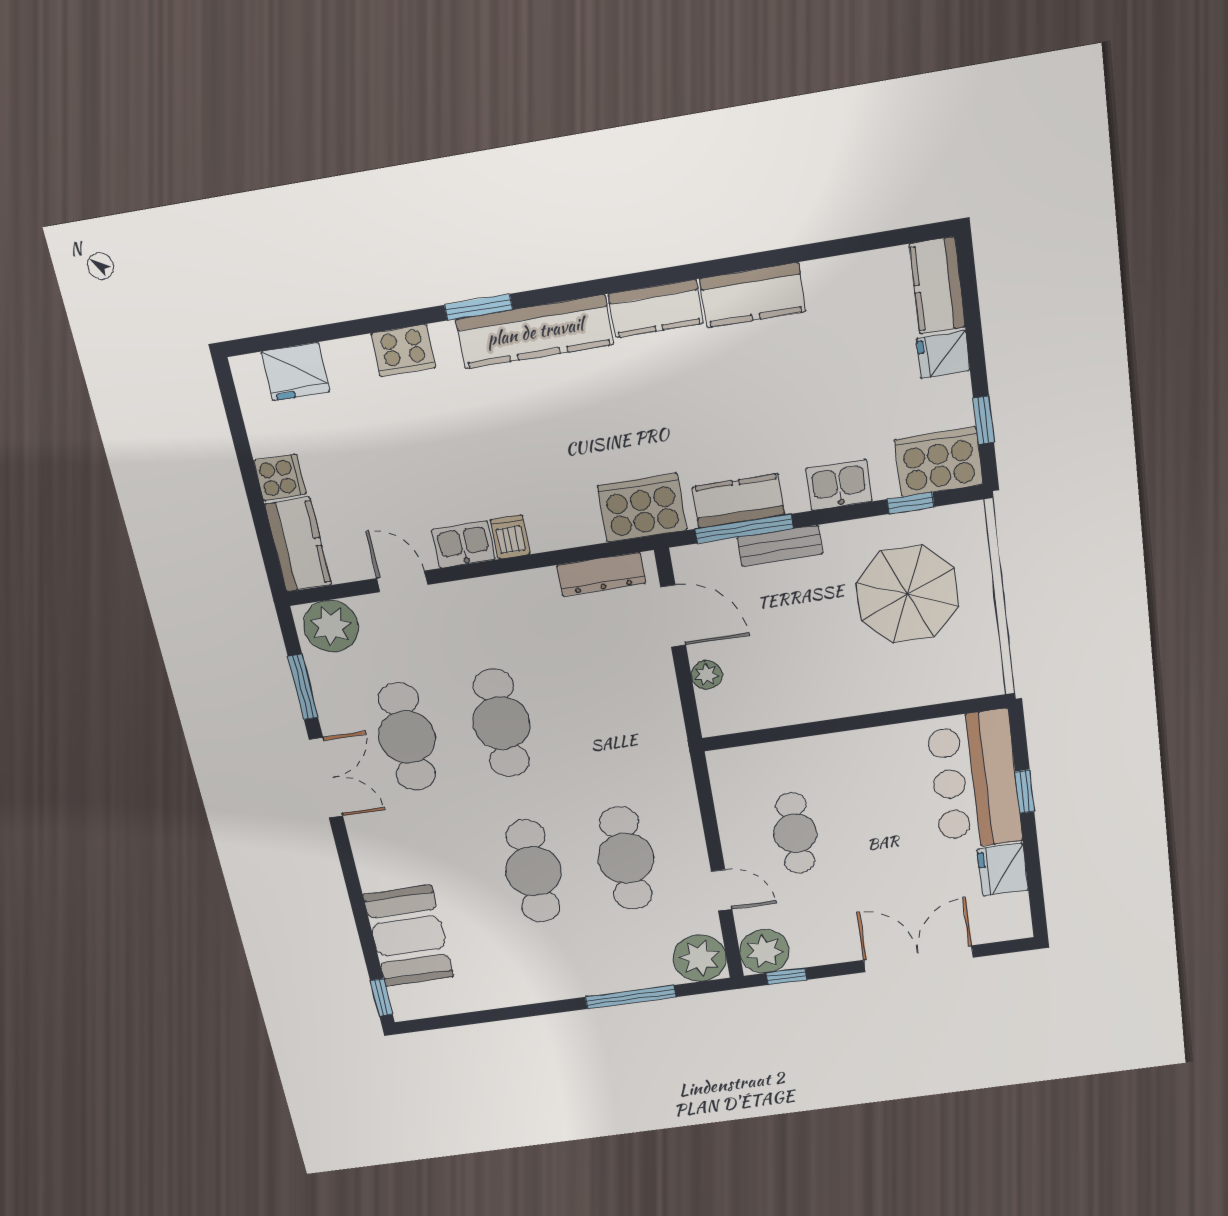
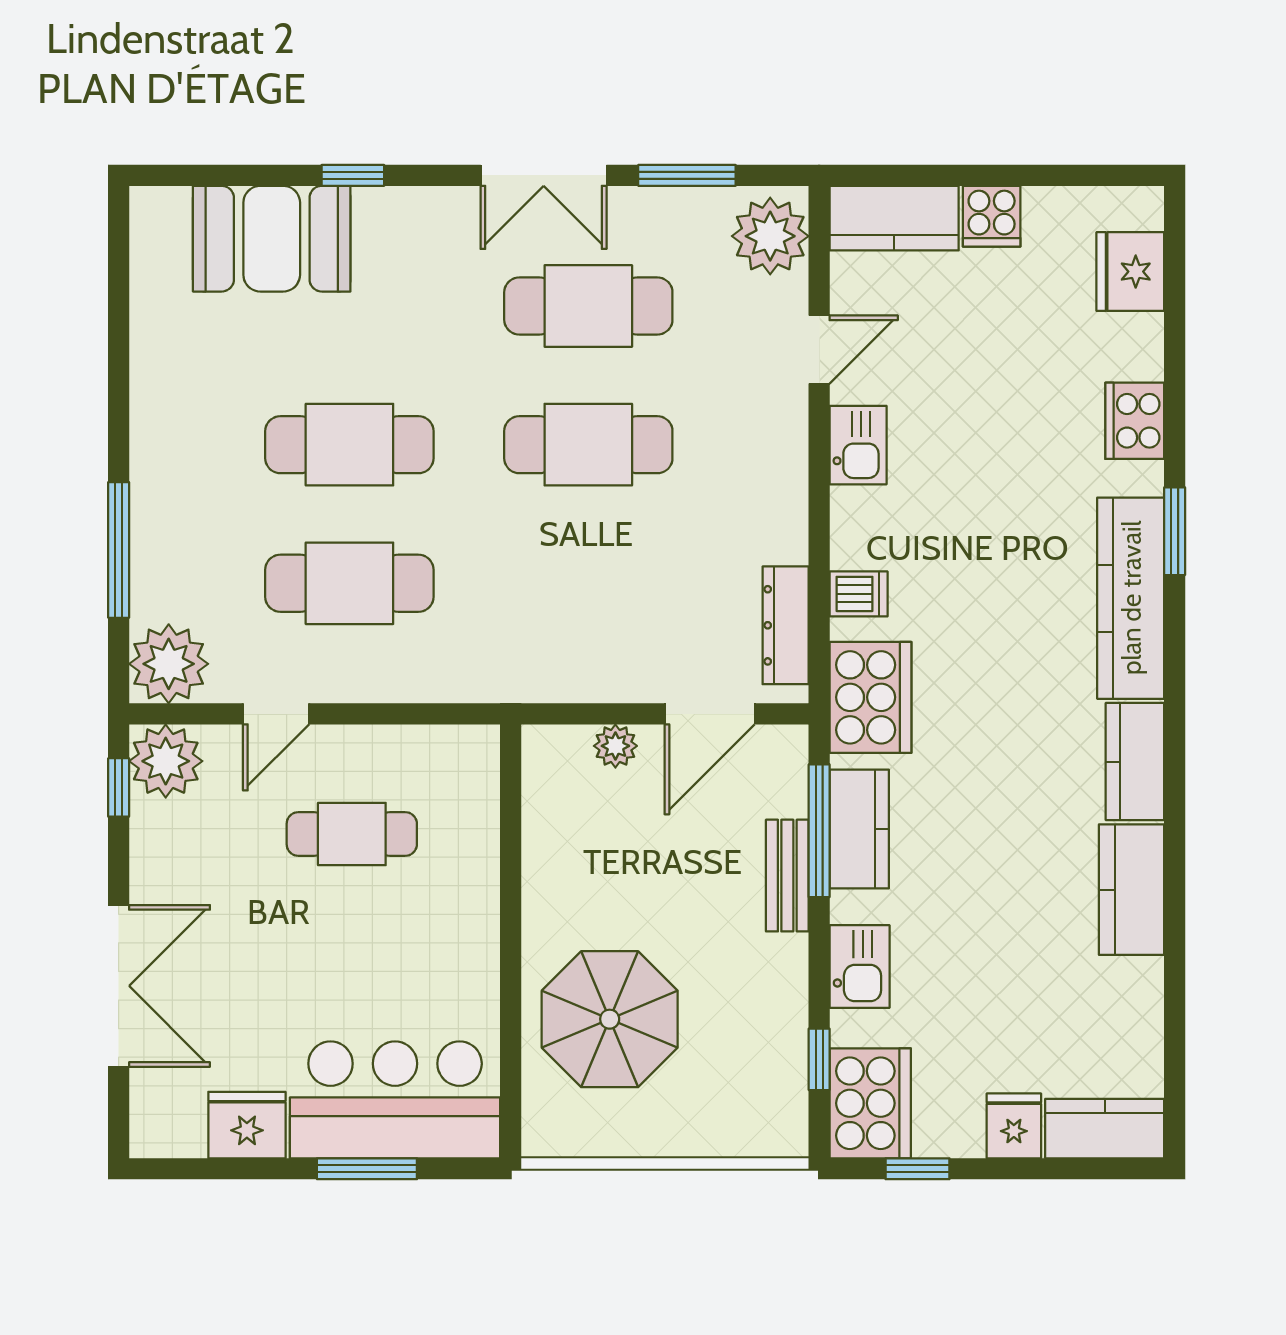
dishwasher: (510, 537) -> (859, 594), moved
parasol: (907, 594) -> (610, 1019), moved
window: (1025, 792) -> (367, 1169), width x1.50
window: (381, 997) -> (353, 175), moved

